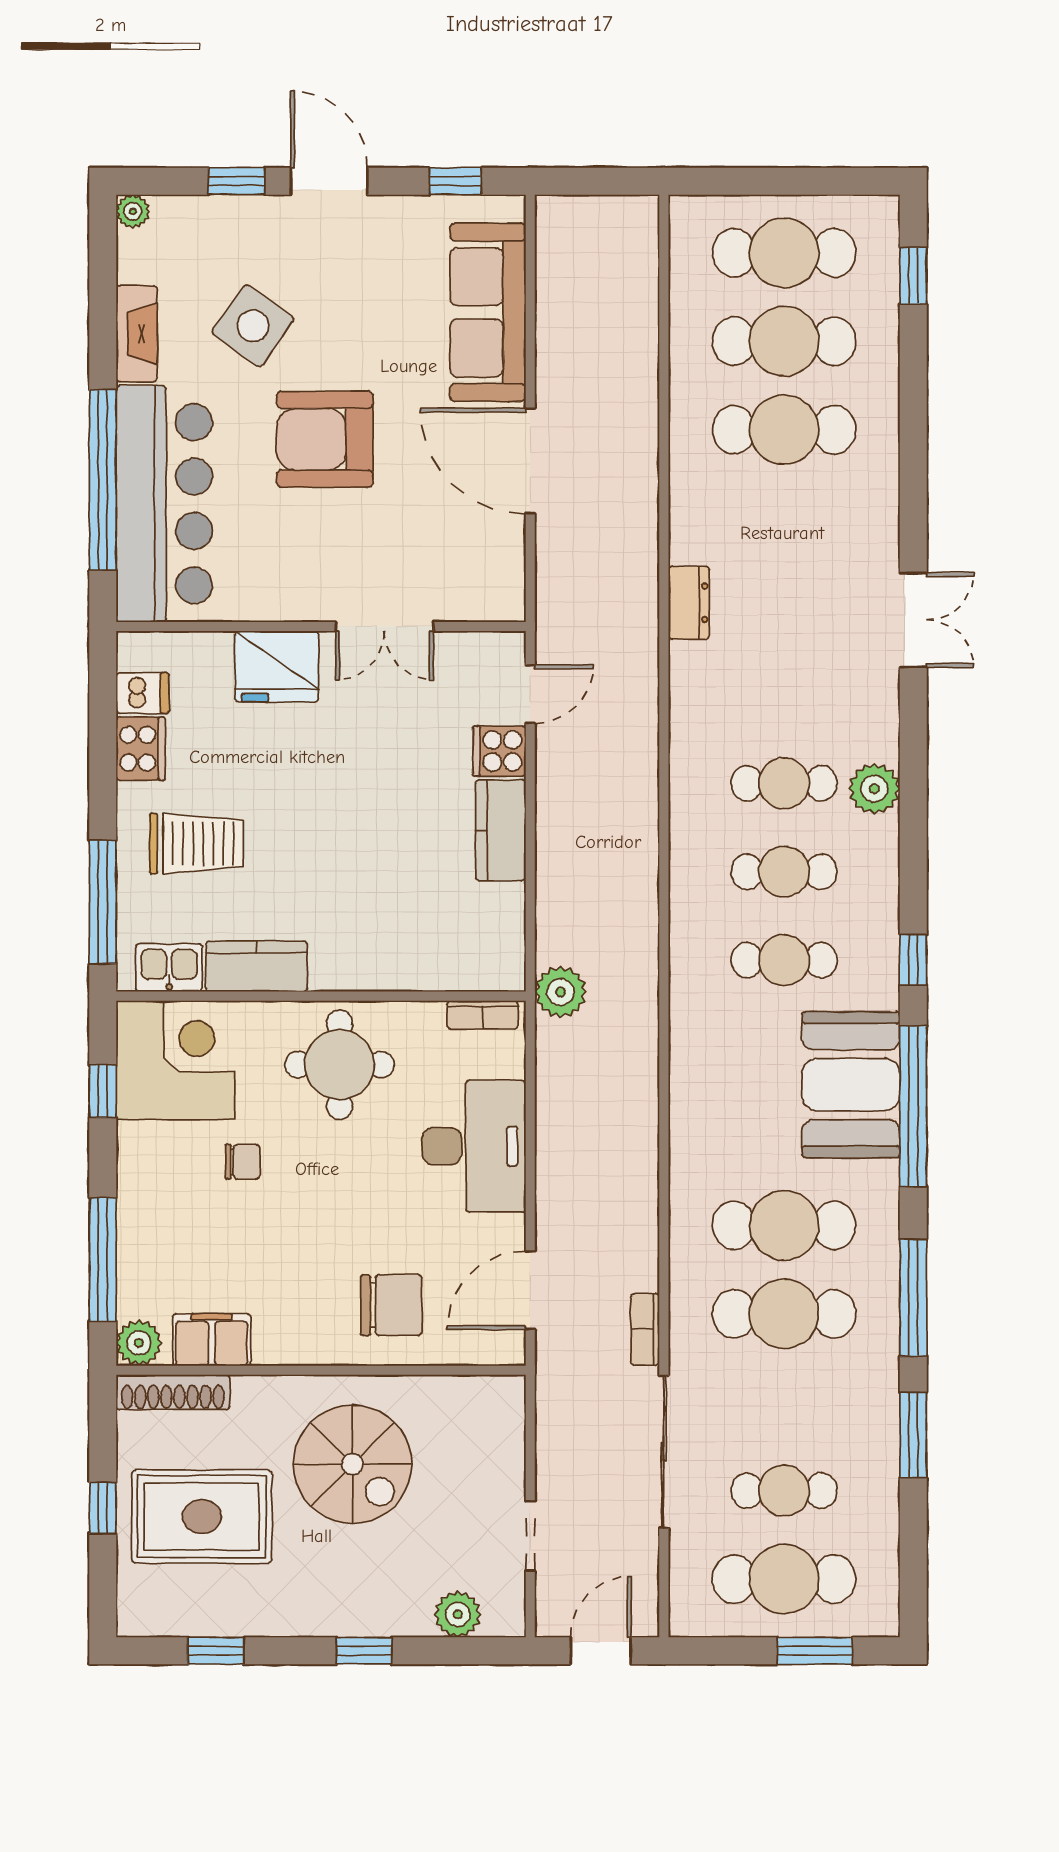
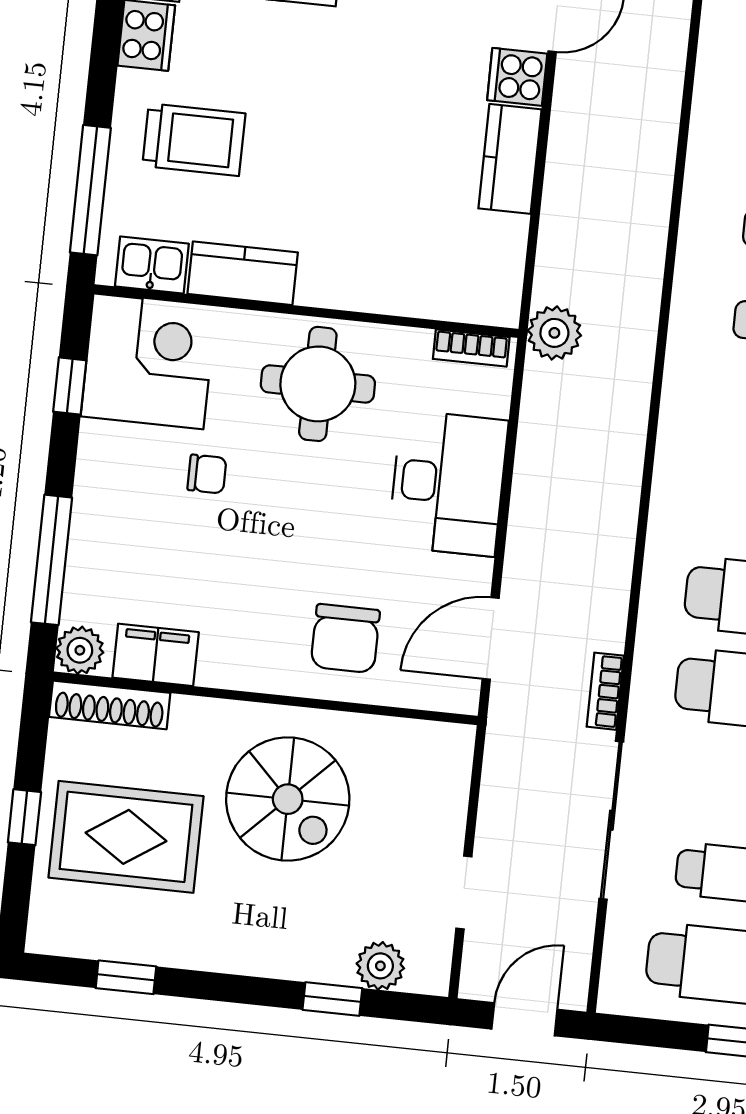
chair: (391, 1305) -> (345, 638), turned 90
window: (364, 1651) -> (332, 999), moved

